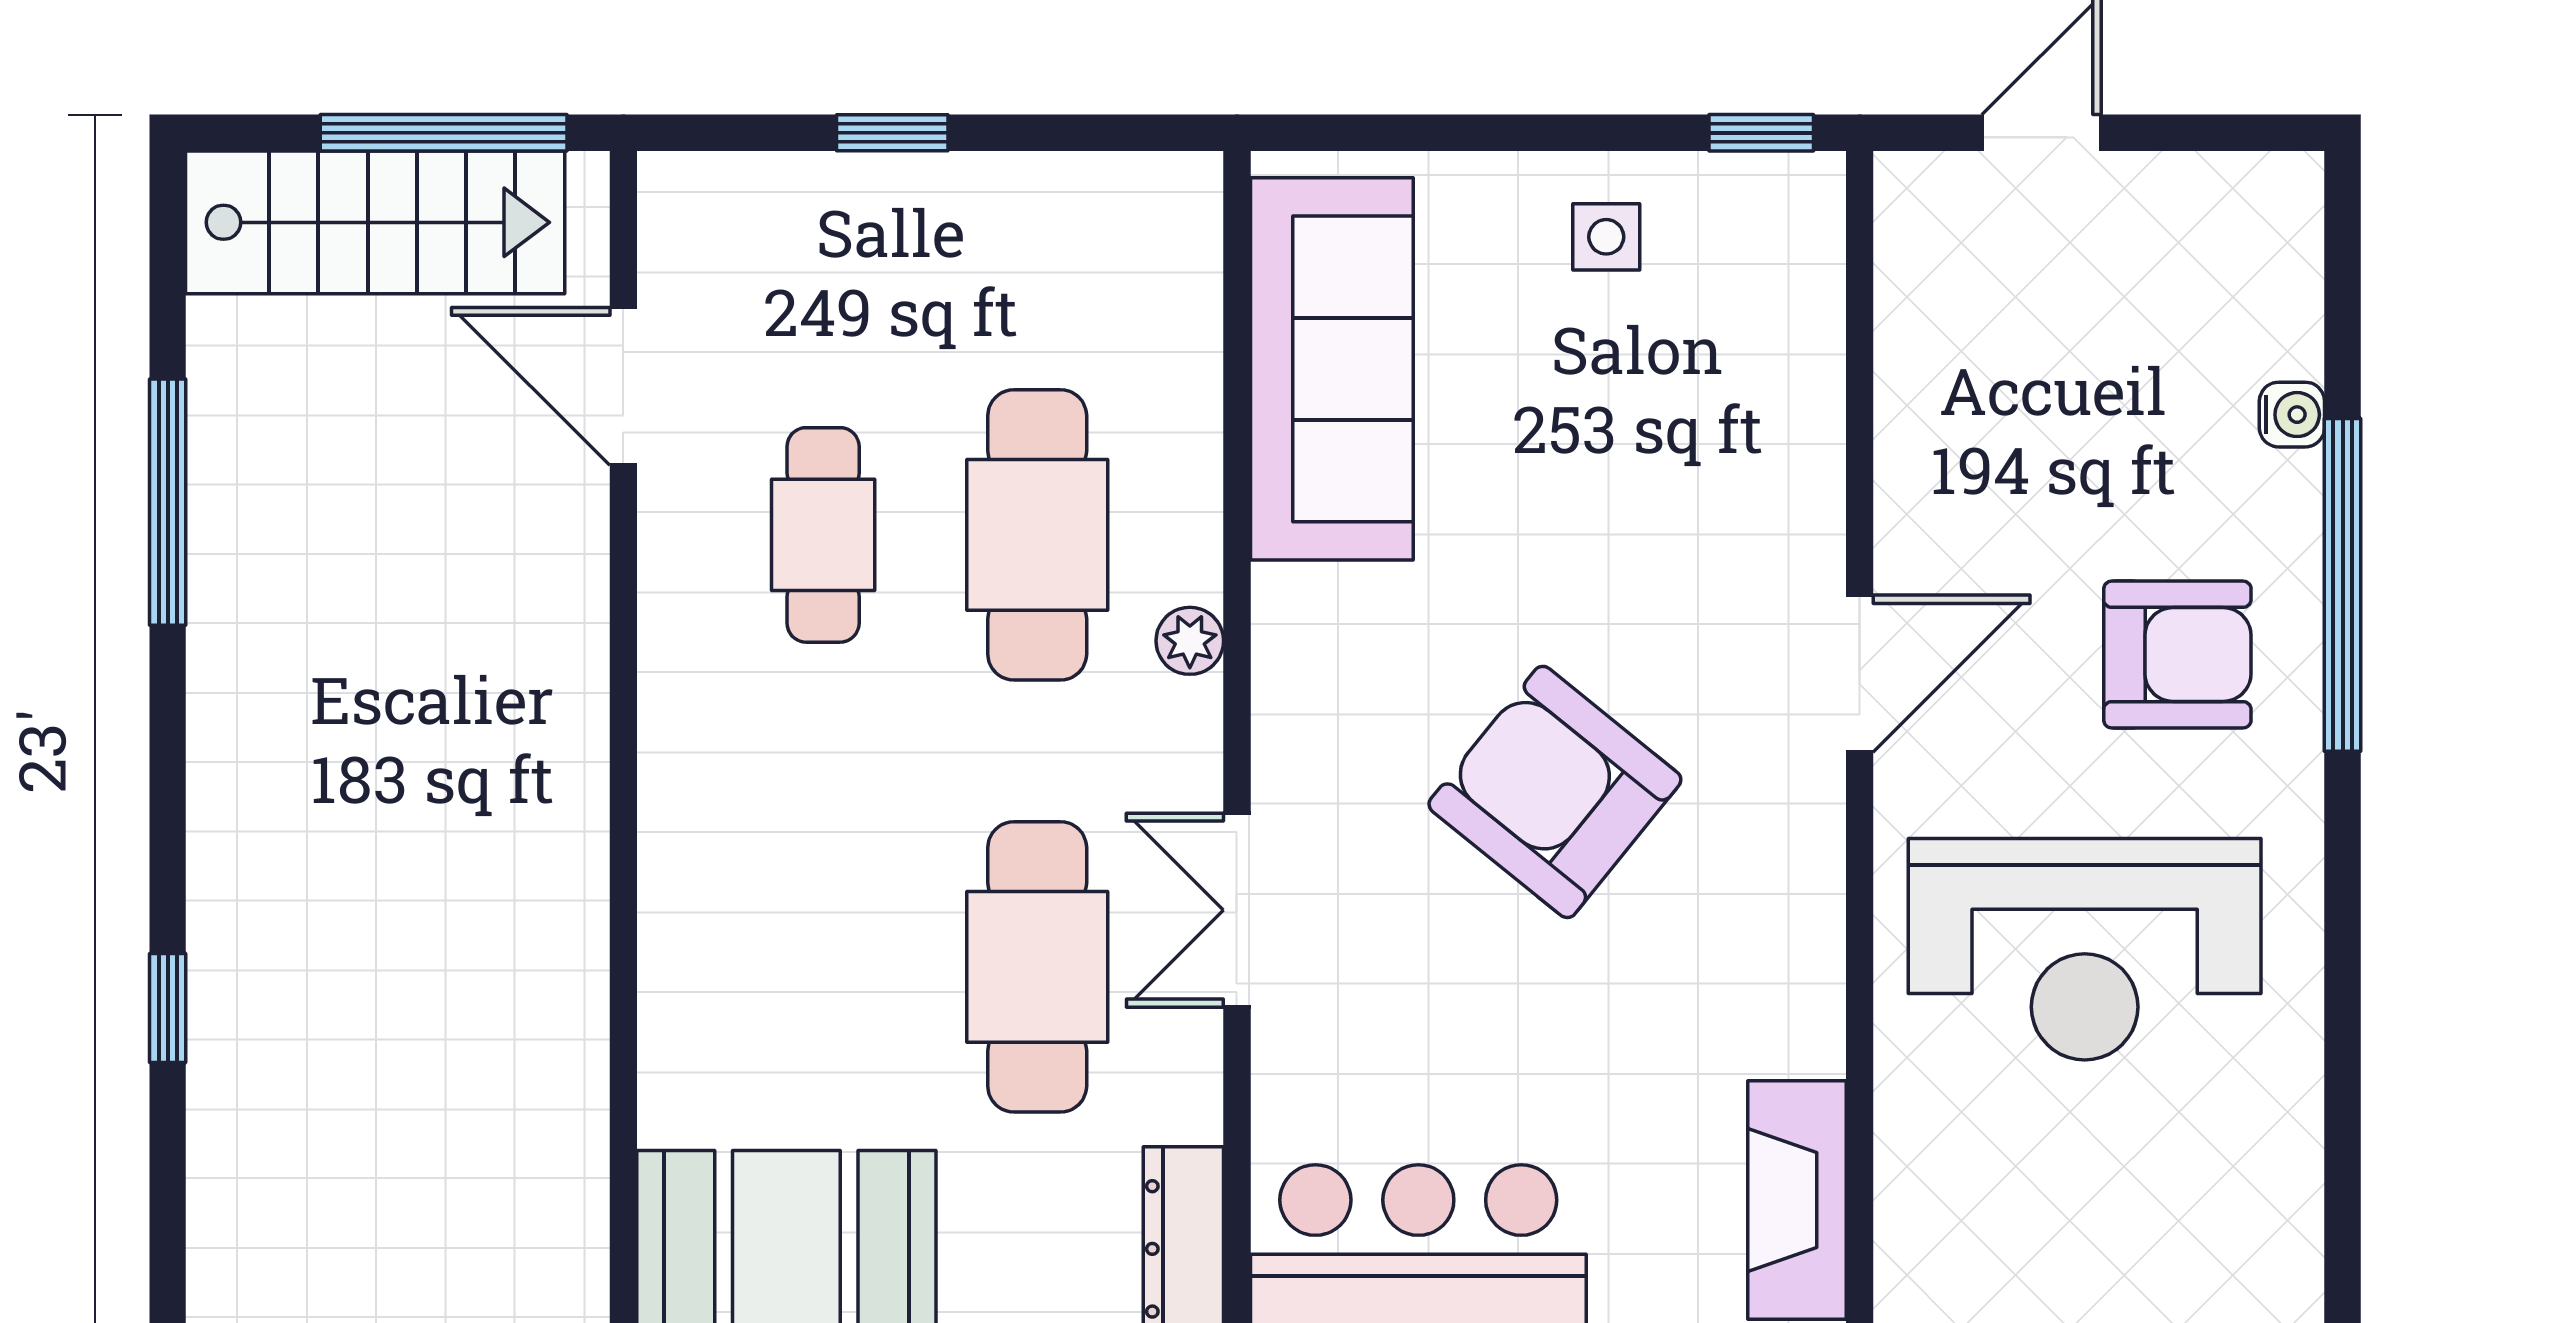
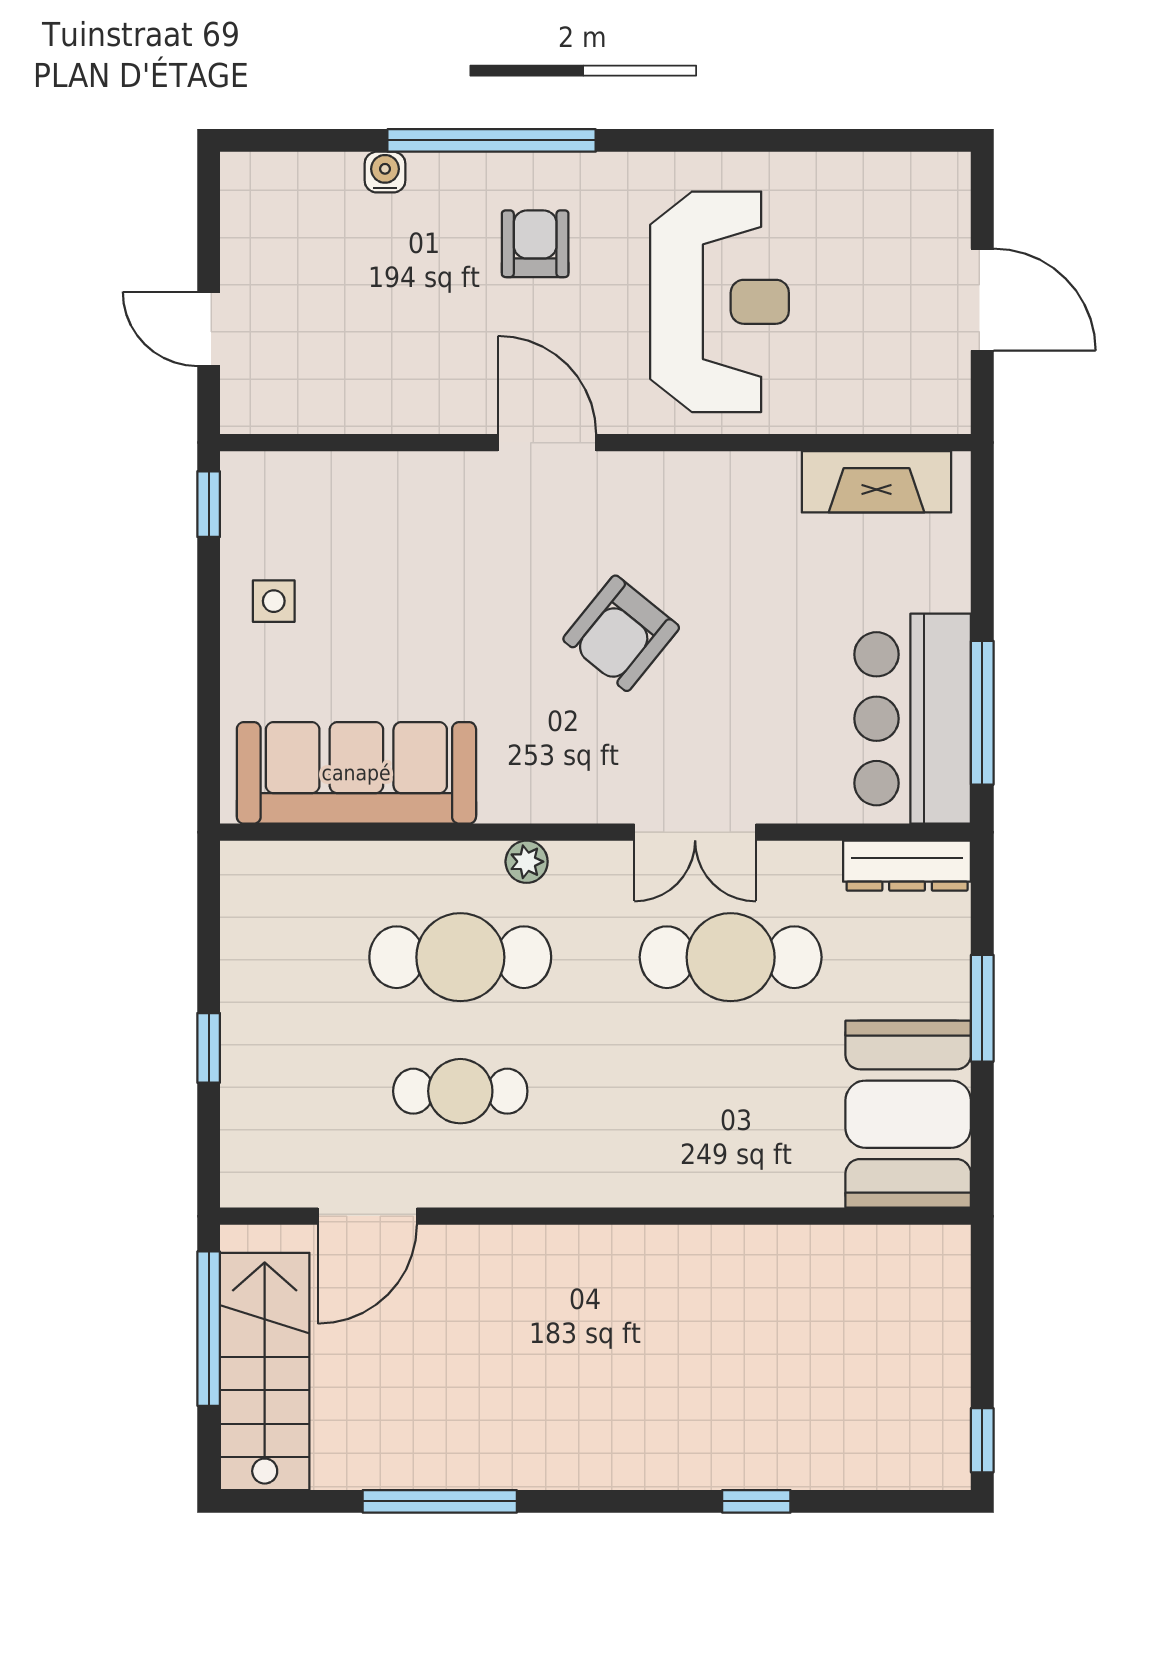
armchair: (2177, 655) -> (535, 244), width x0.72, depth x0.72
armchair: (1555, 792) -> (621, 633), width x0.73, depth x0.73

